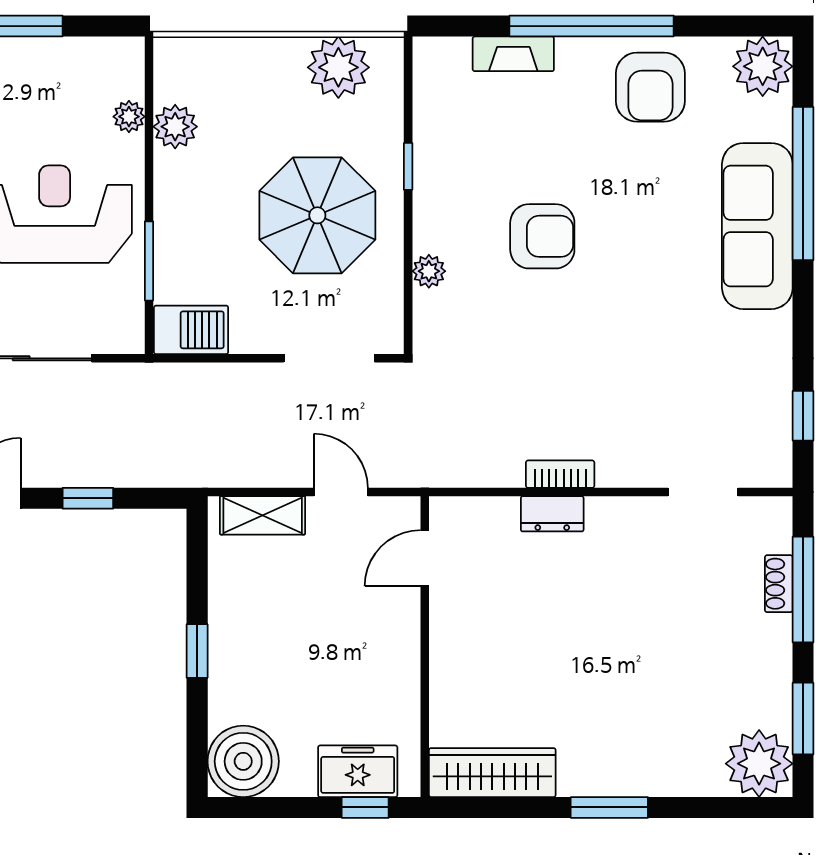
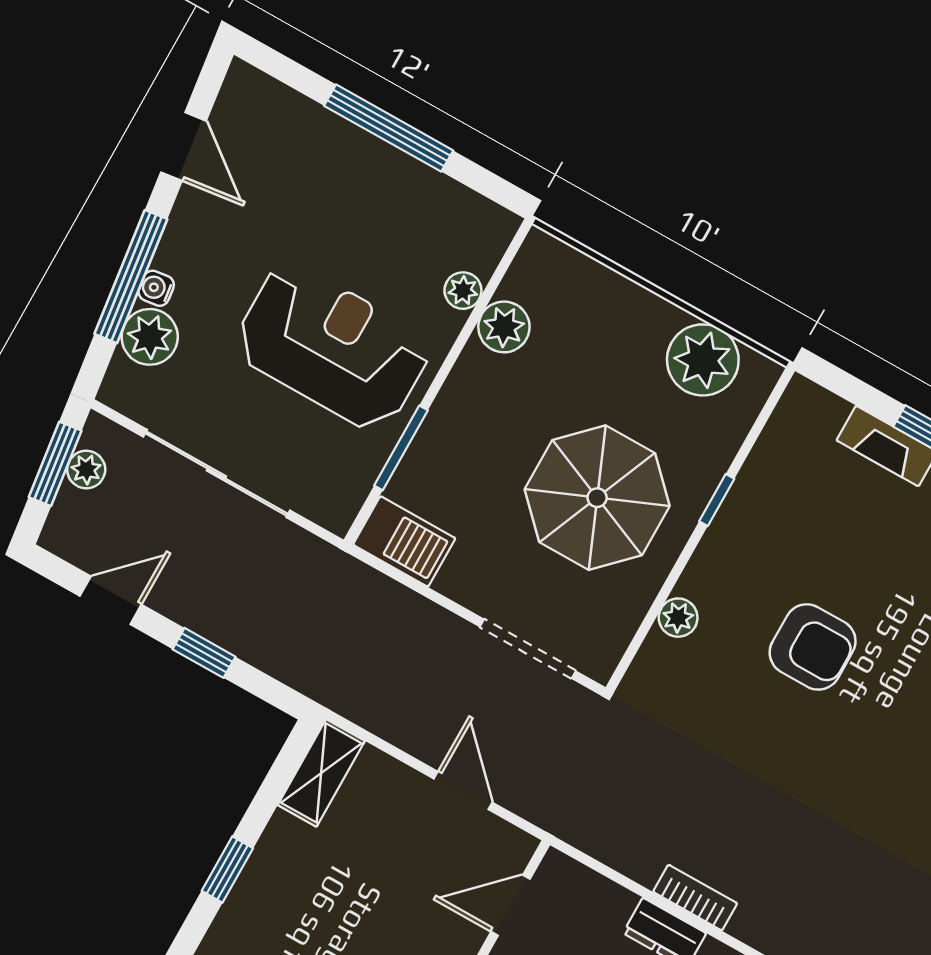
shelving: (263, 515) -> (321, 773), moved, turned 90

